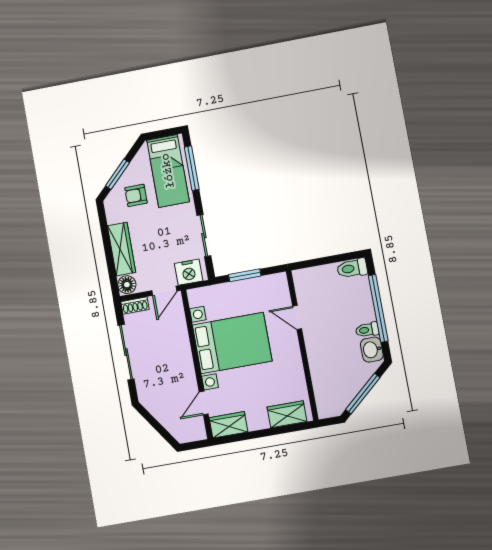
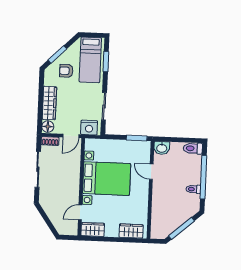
window: (192, 168) -> (106, 62), width x0.69
window: (245, 275) -> (137, 138), moved
washbasin: (372, 350) -> (162, 148), moved, turned -90

